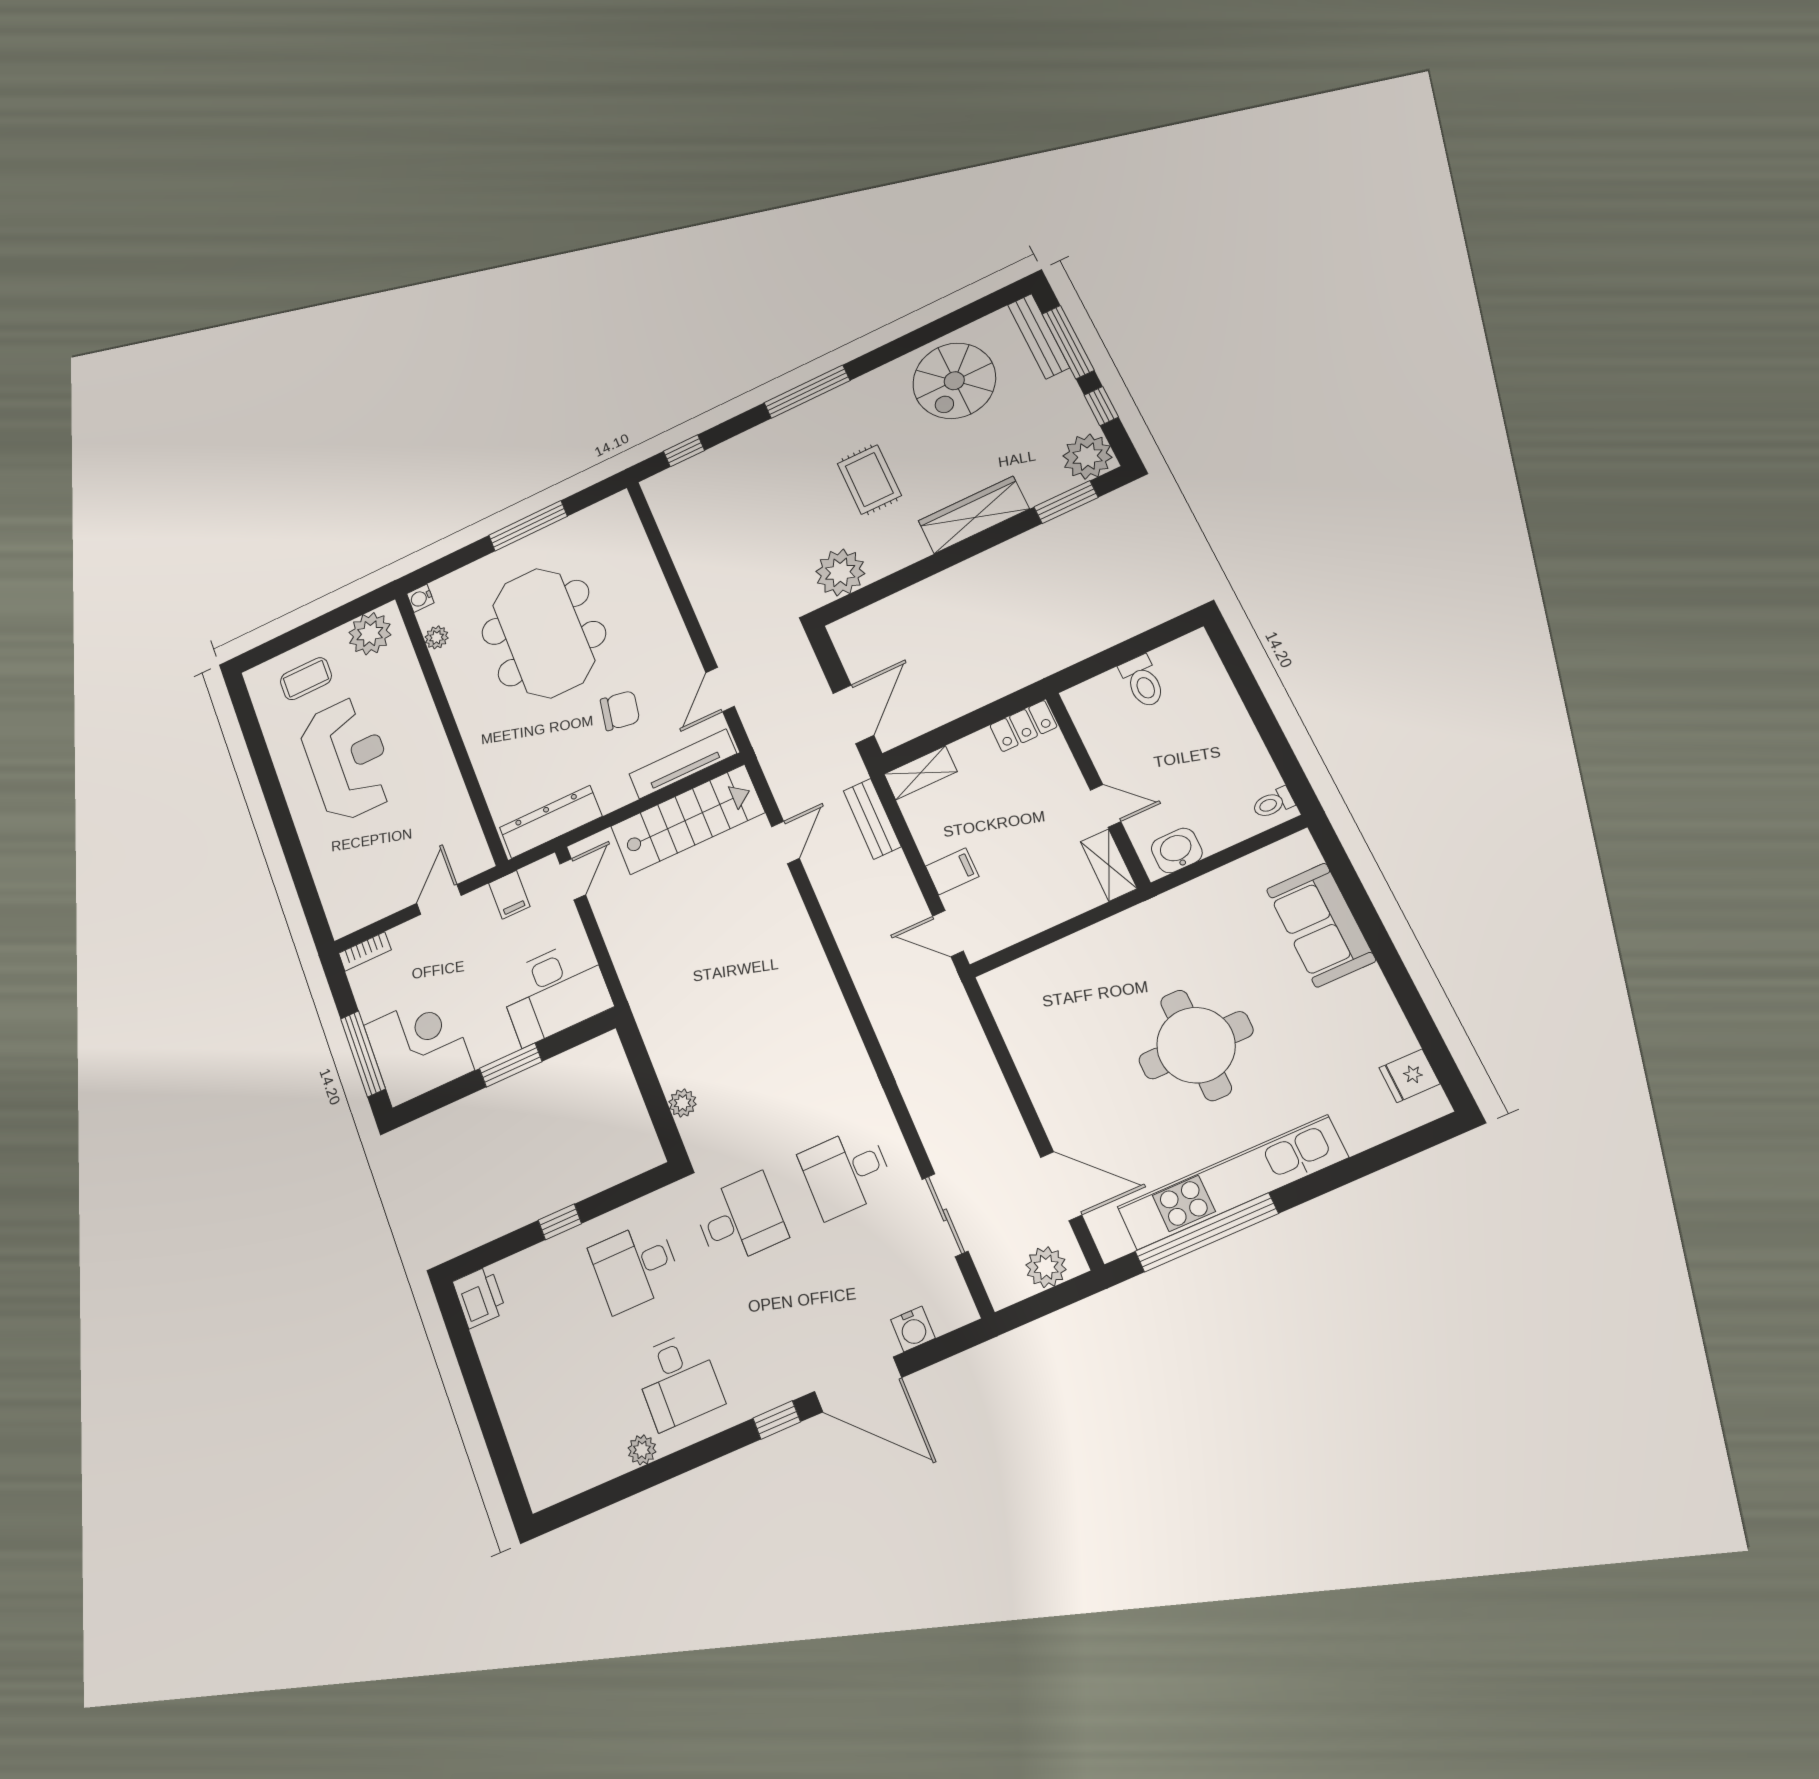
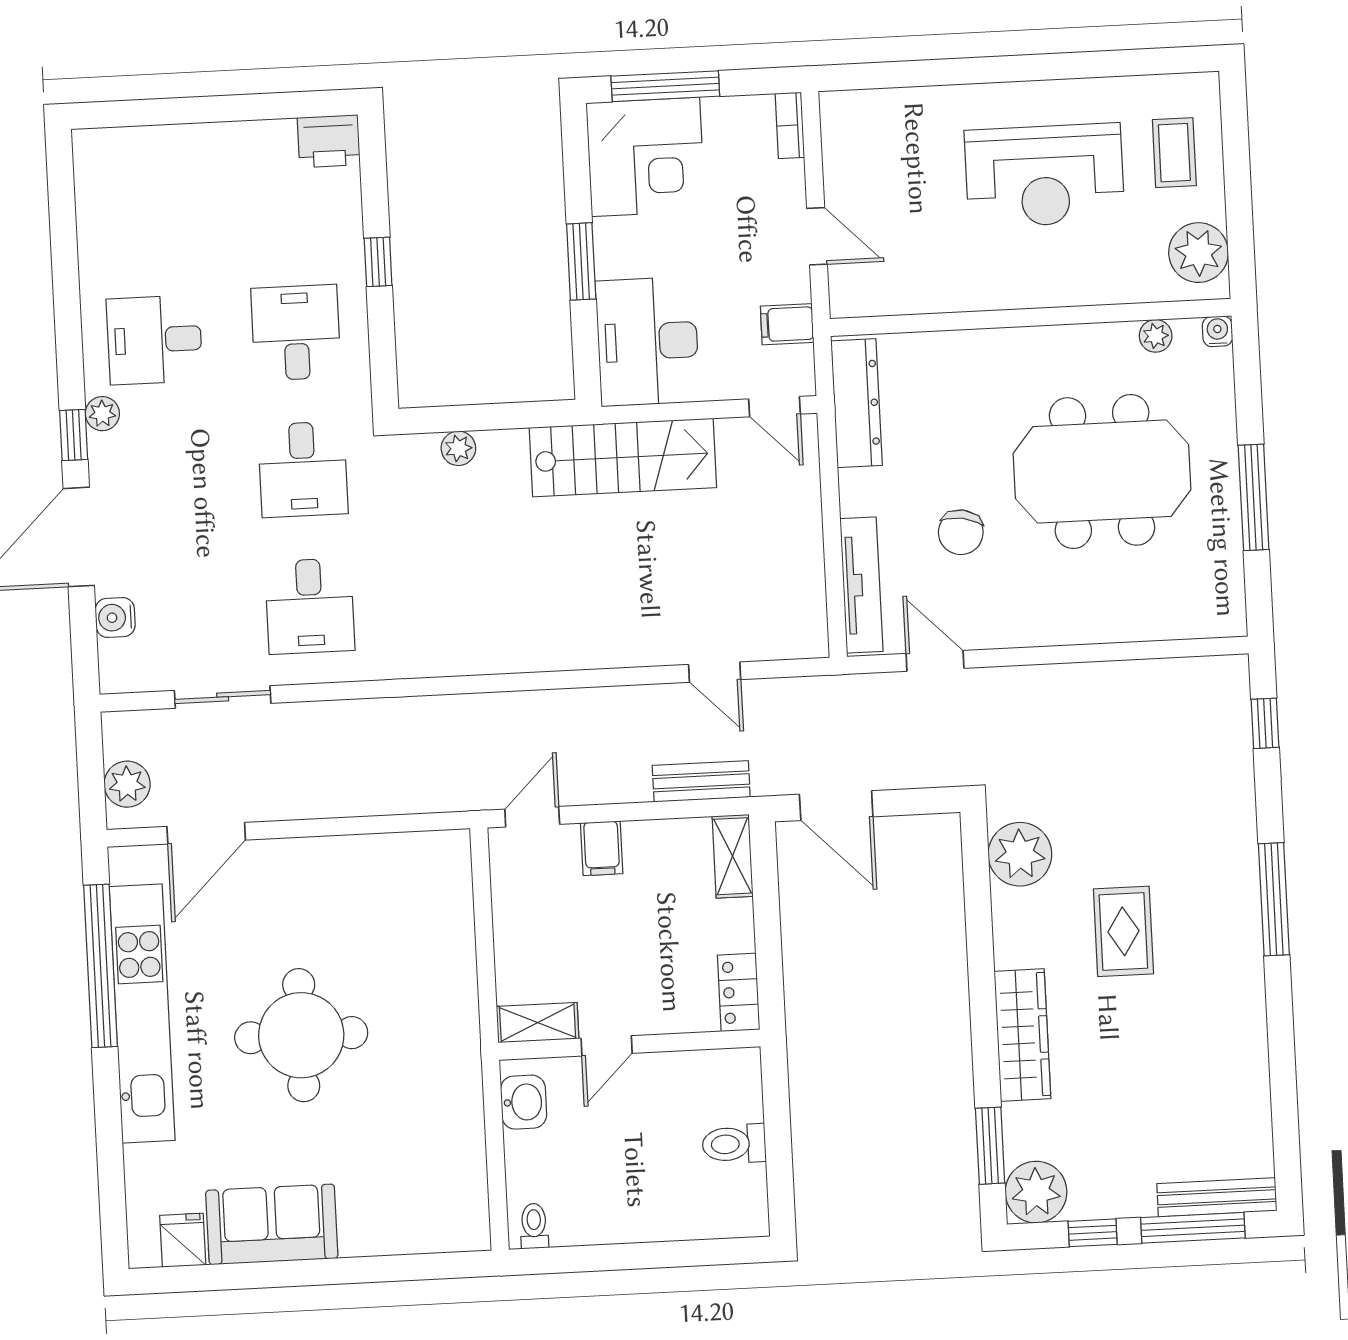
spiral stairs: (954, 381) -> (1205, 1078), removed
rug: (869, 479) -> (1123, 931), turned 90
stairs: (688, 819) -> (623, 458), moved, turned -90
sofa: (1321, 925) -> (272, 1224), moved
desk: (846, 1172) -> (310, 606), turned 180
plant: (642, 1450) -> (102, 414), moved

